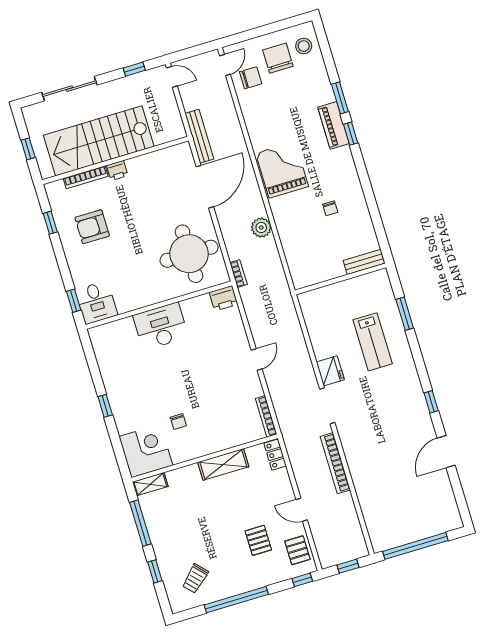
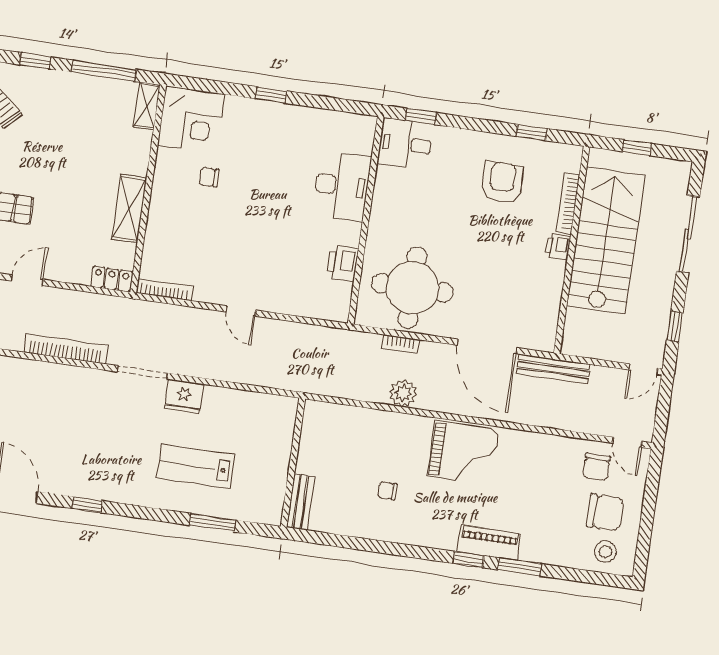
bookcase: (238, 274) -> (400, 344), moved
printer: (223, 298) -> (343, 263), moved
desk: (161, 326) -> (342, 186), moved

